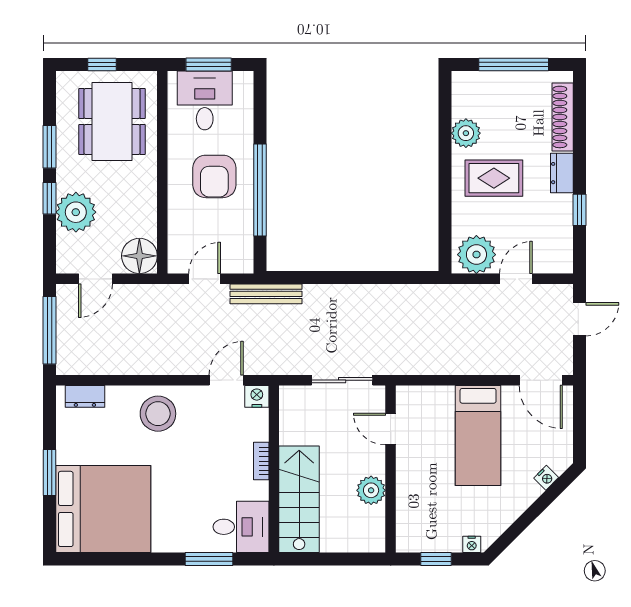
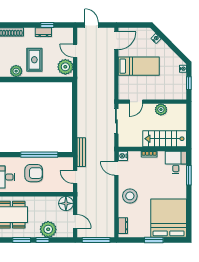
dresser: (562, 173) -> (43, 32), moved

